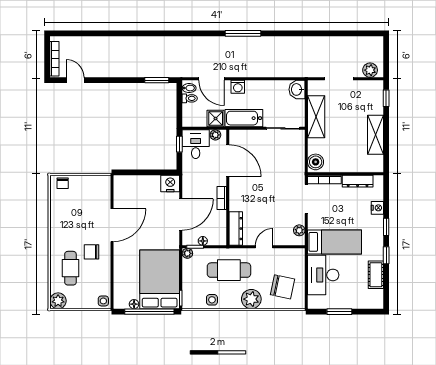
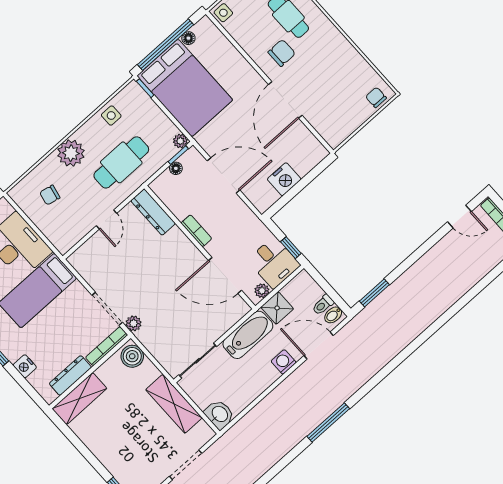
shelving: (376, 135) -> (79, 399), moved, turned 90
nightstand: (170, 183) -> (284, 179), moved
door: (181, 214) -> (224, 175), swing flipped
plant: (299, 230) -> (133, 323), moved
chair: (282, 287) -> (50, 195), width x0.54, depth x0.54

